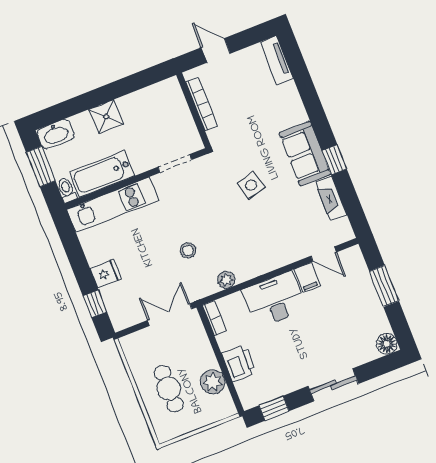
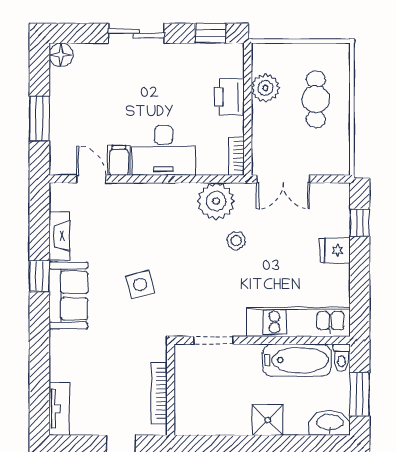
plant: (226, 280) -> (216, 201), width x1.88, depth x1.88

